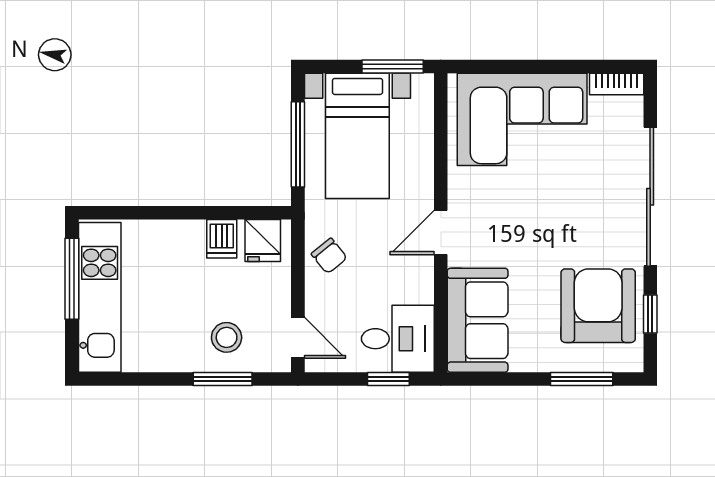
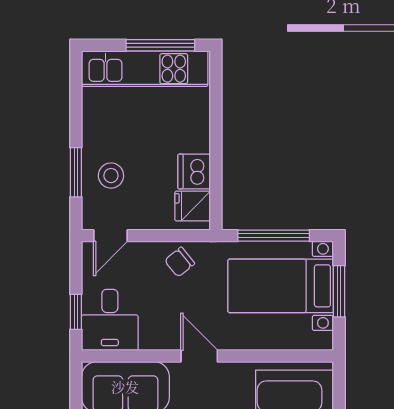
window: (393, 67) -> (339, 291), moved
dishwasher: (222, 239) -> (194, 172), width x1.38

